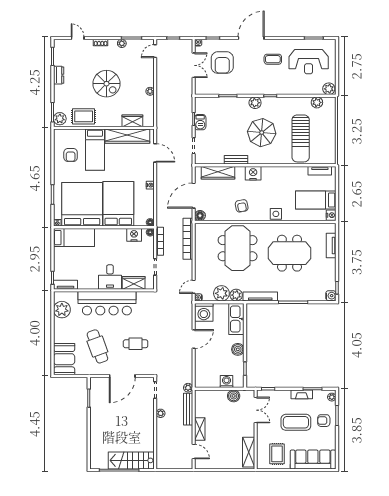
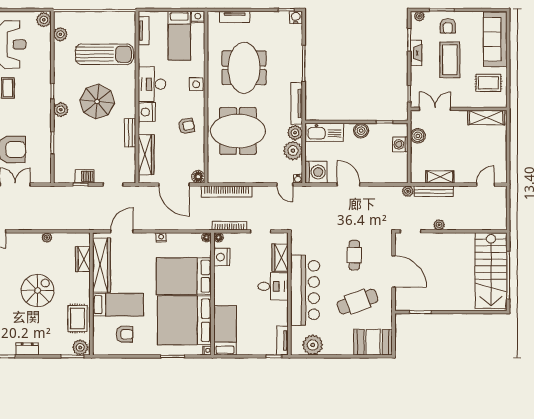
desk: (276, 178) -> (152, 84), added
shelving: (200, 429) -> (440, 177), moved
stairs: (131, 460) -> (491, 271), width x1.36, depth x1.51

